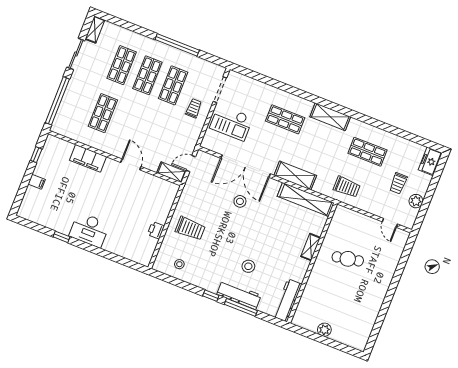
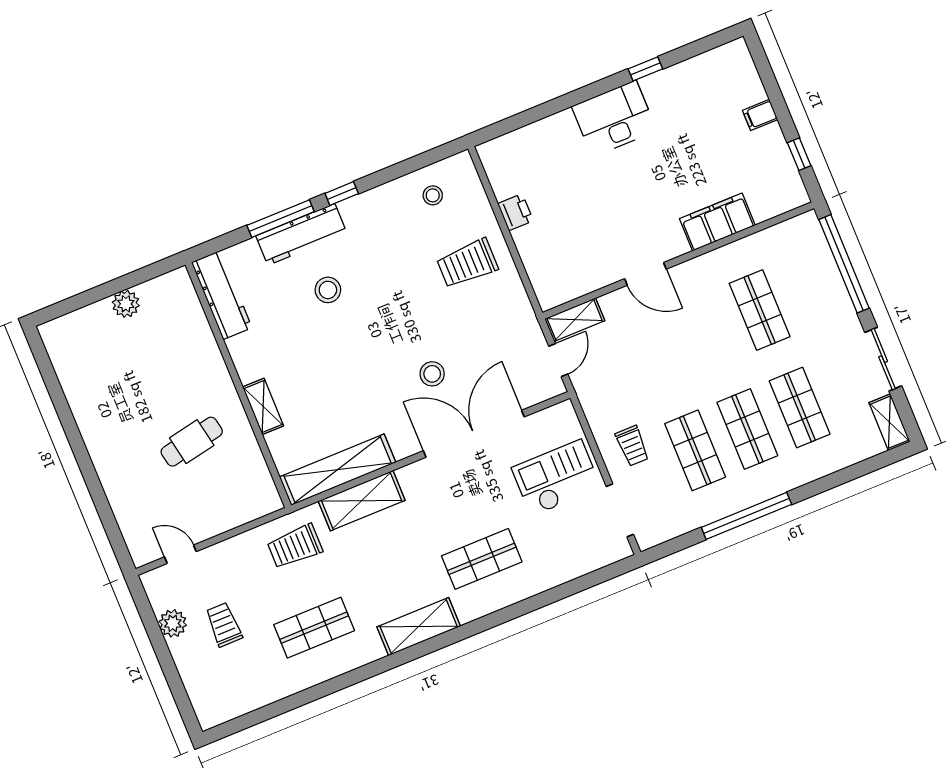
freezer: (430, 161) -> (208, 702), removed
shelving: (295, 176) -> (362, 501), moved

